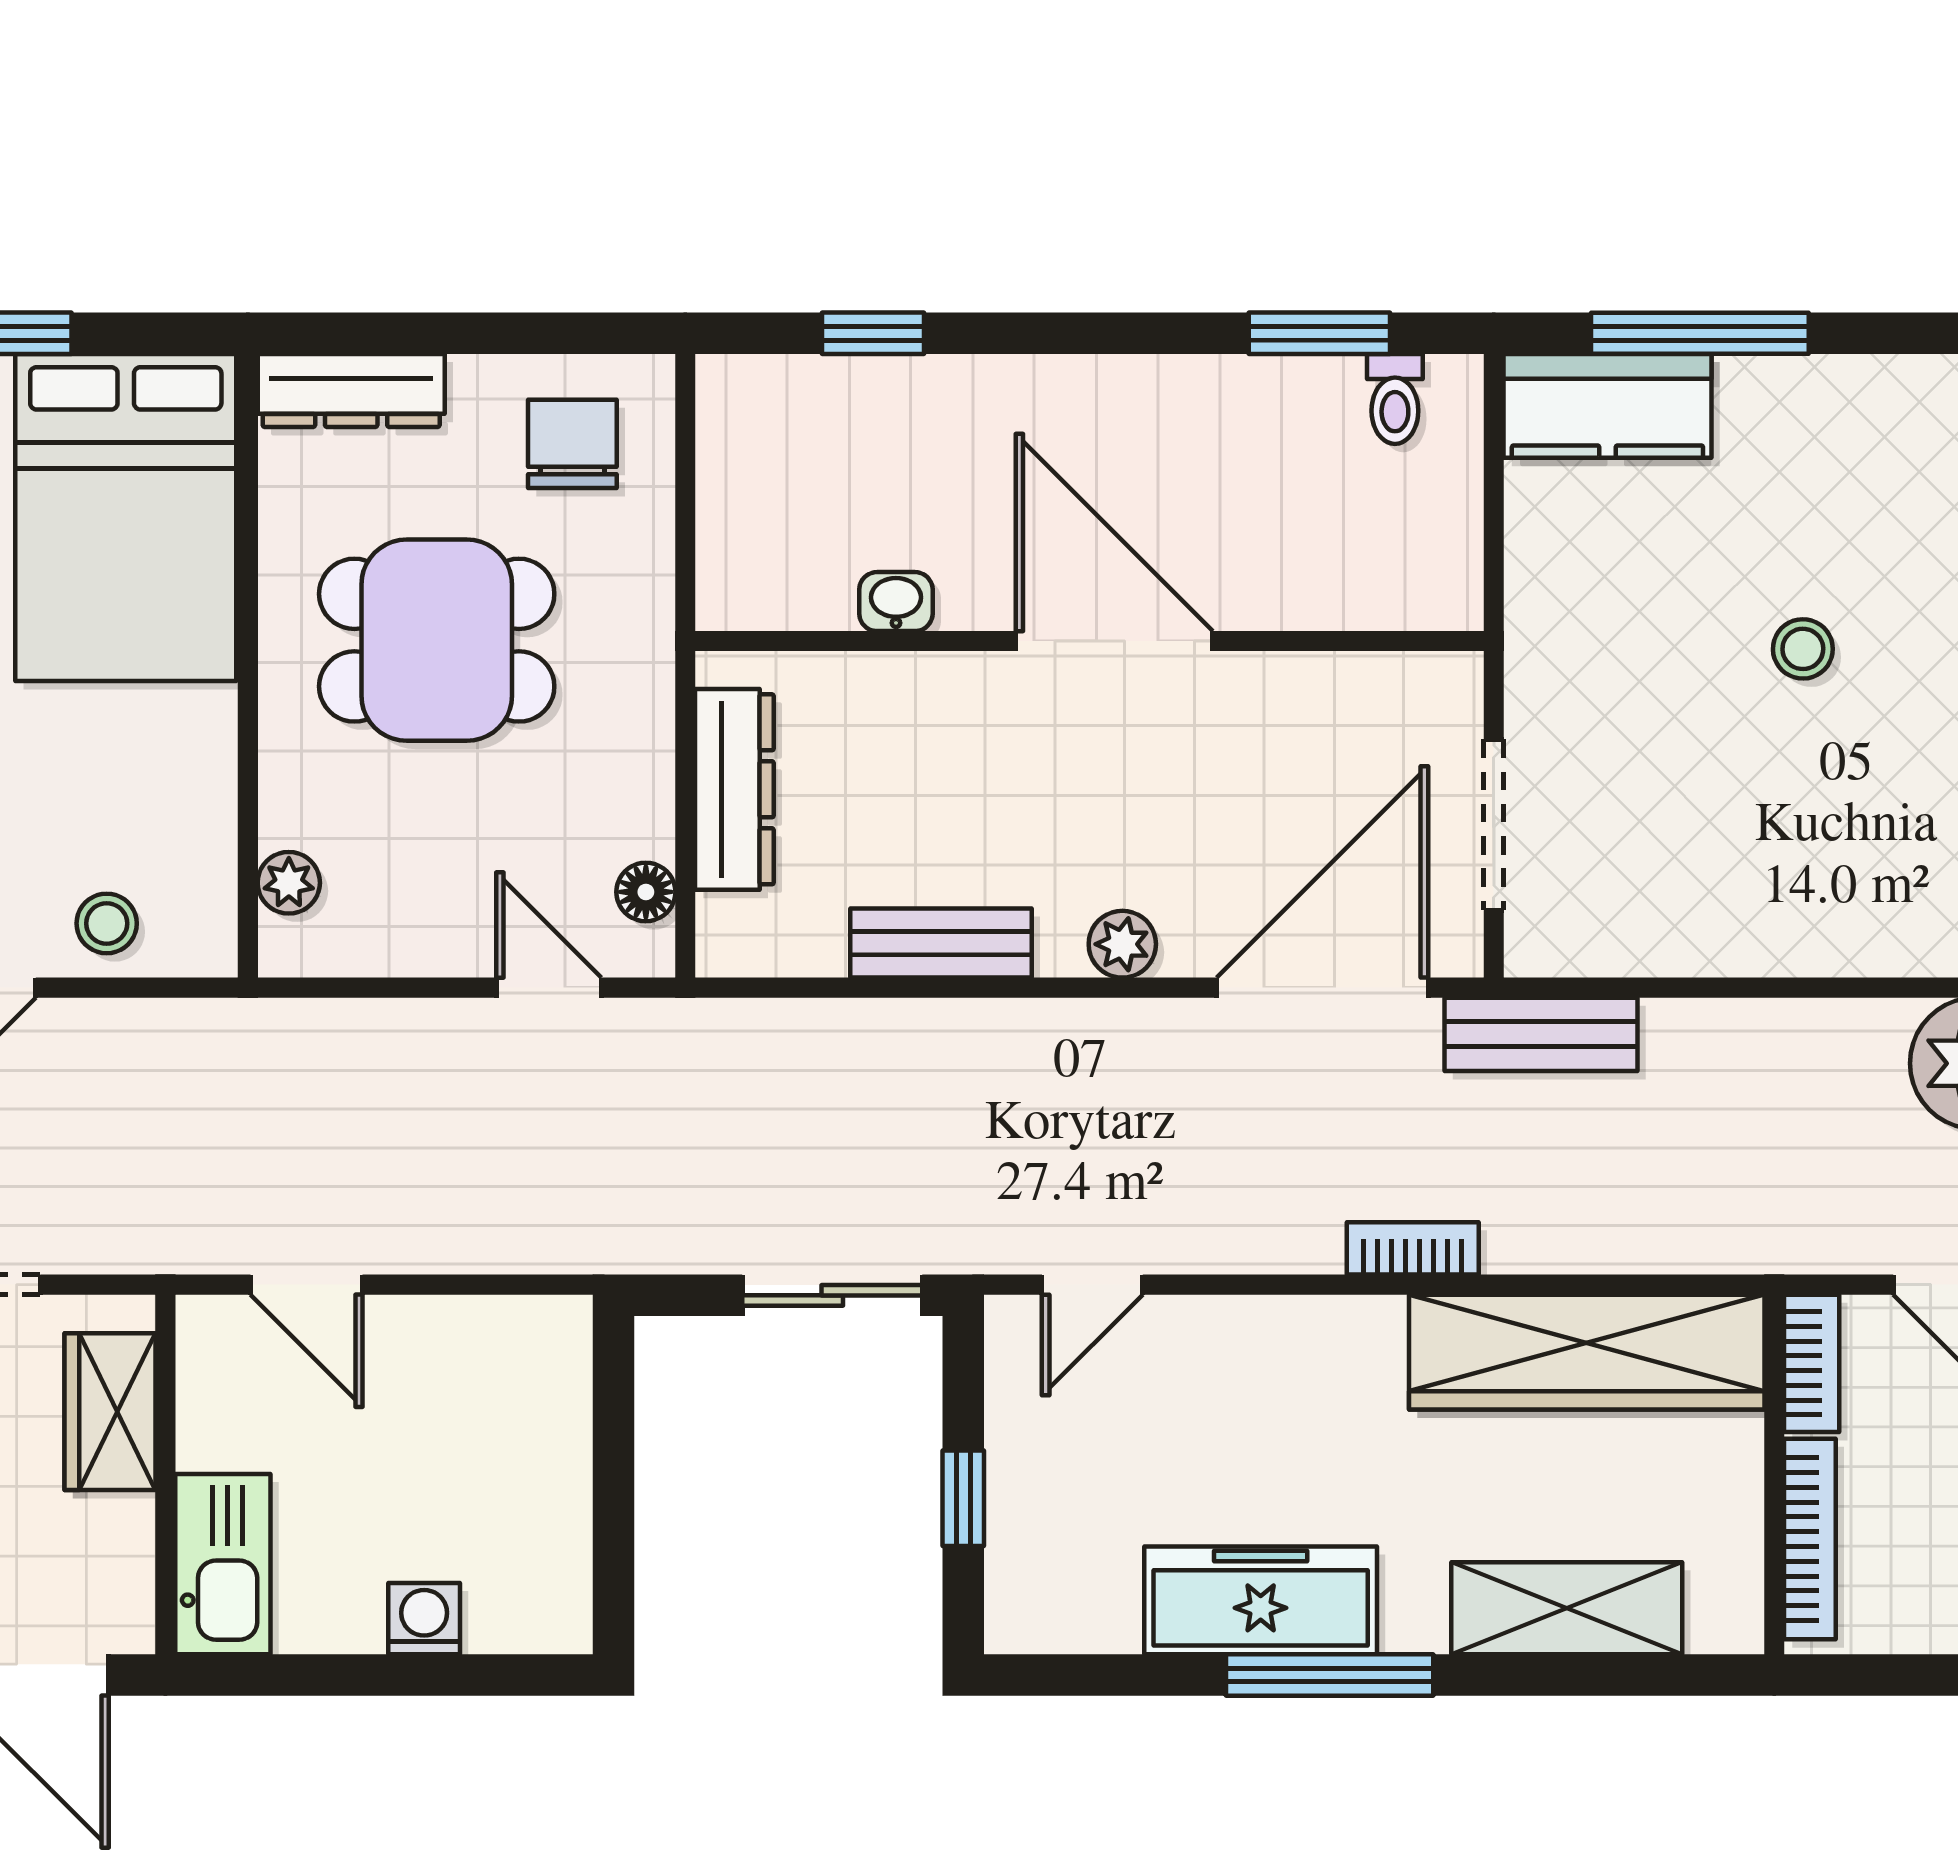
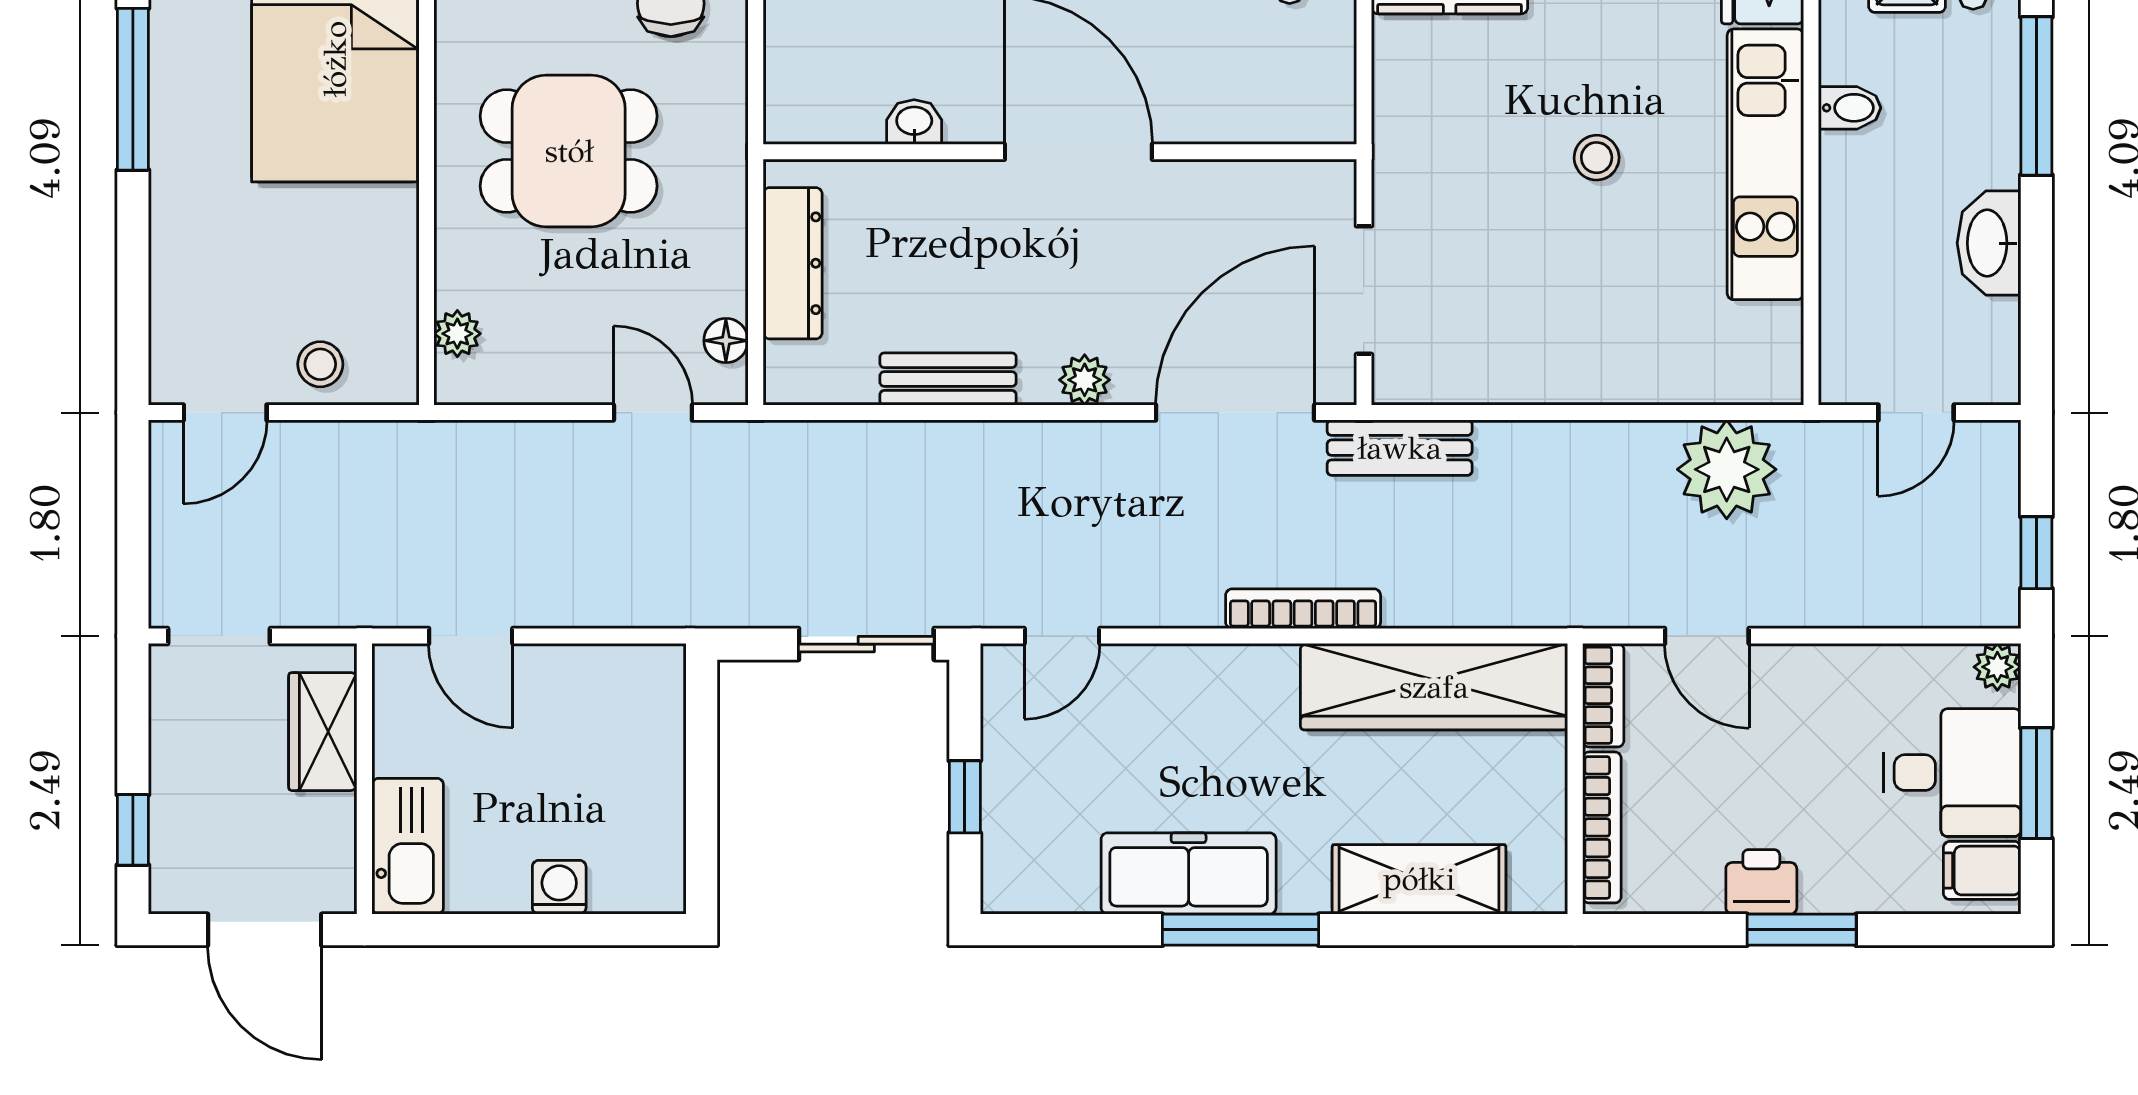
bookcase: (1413, 1248) -> (1303, 609), width x1.56

